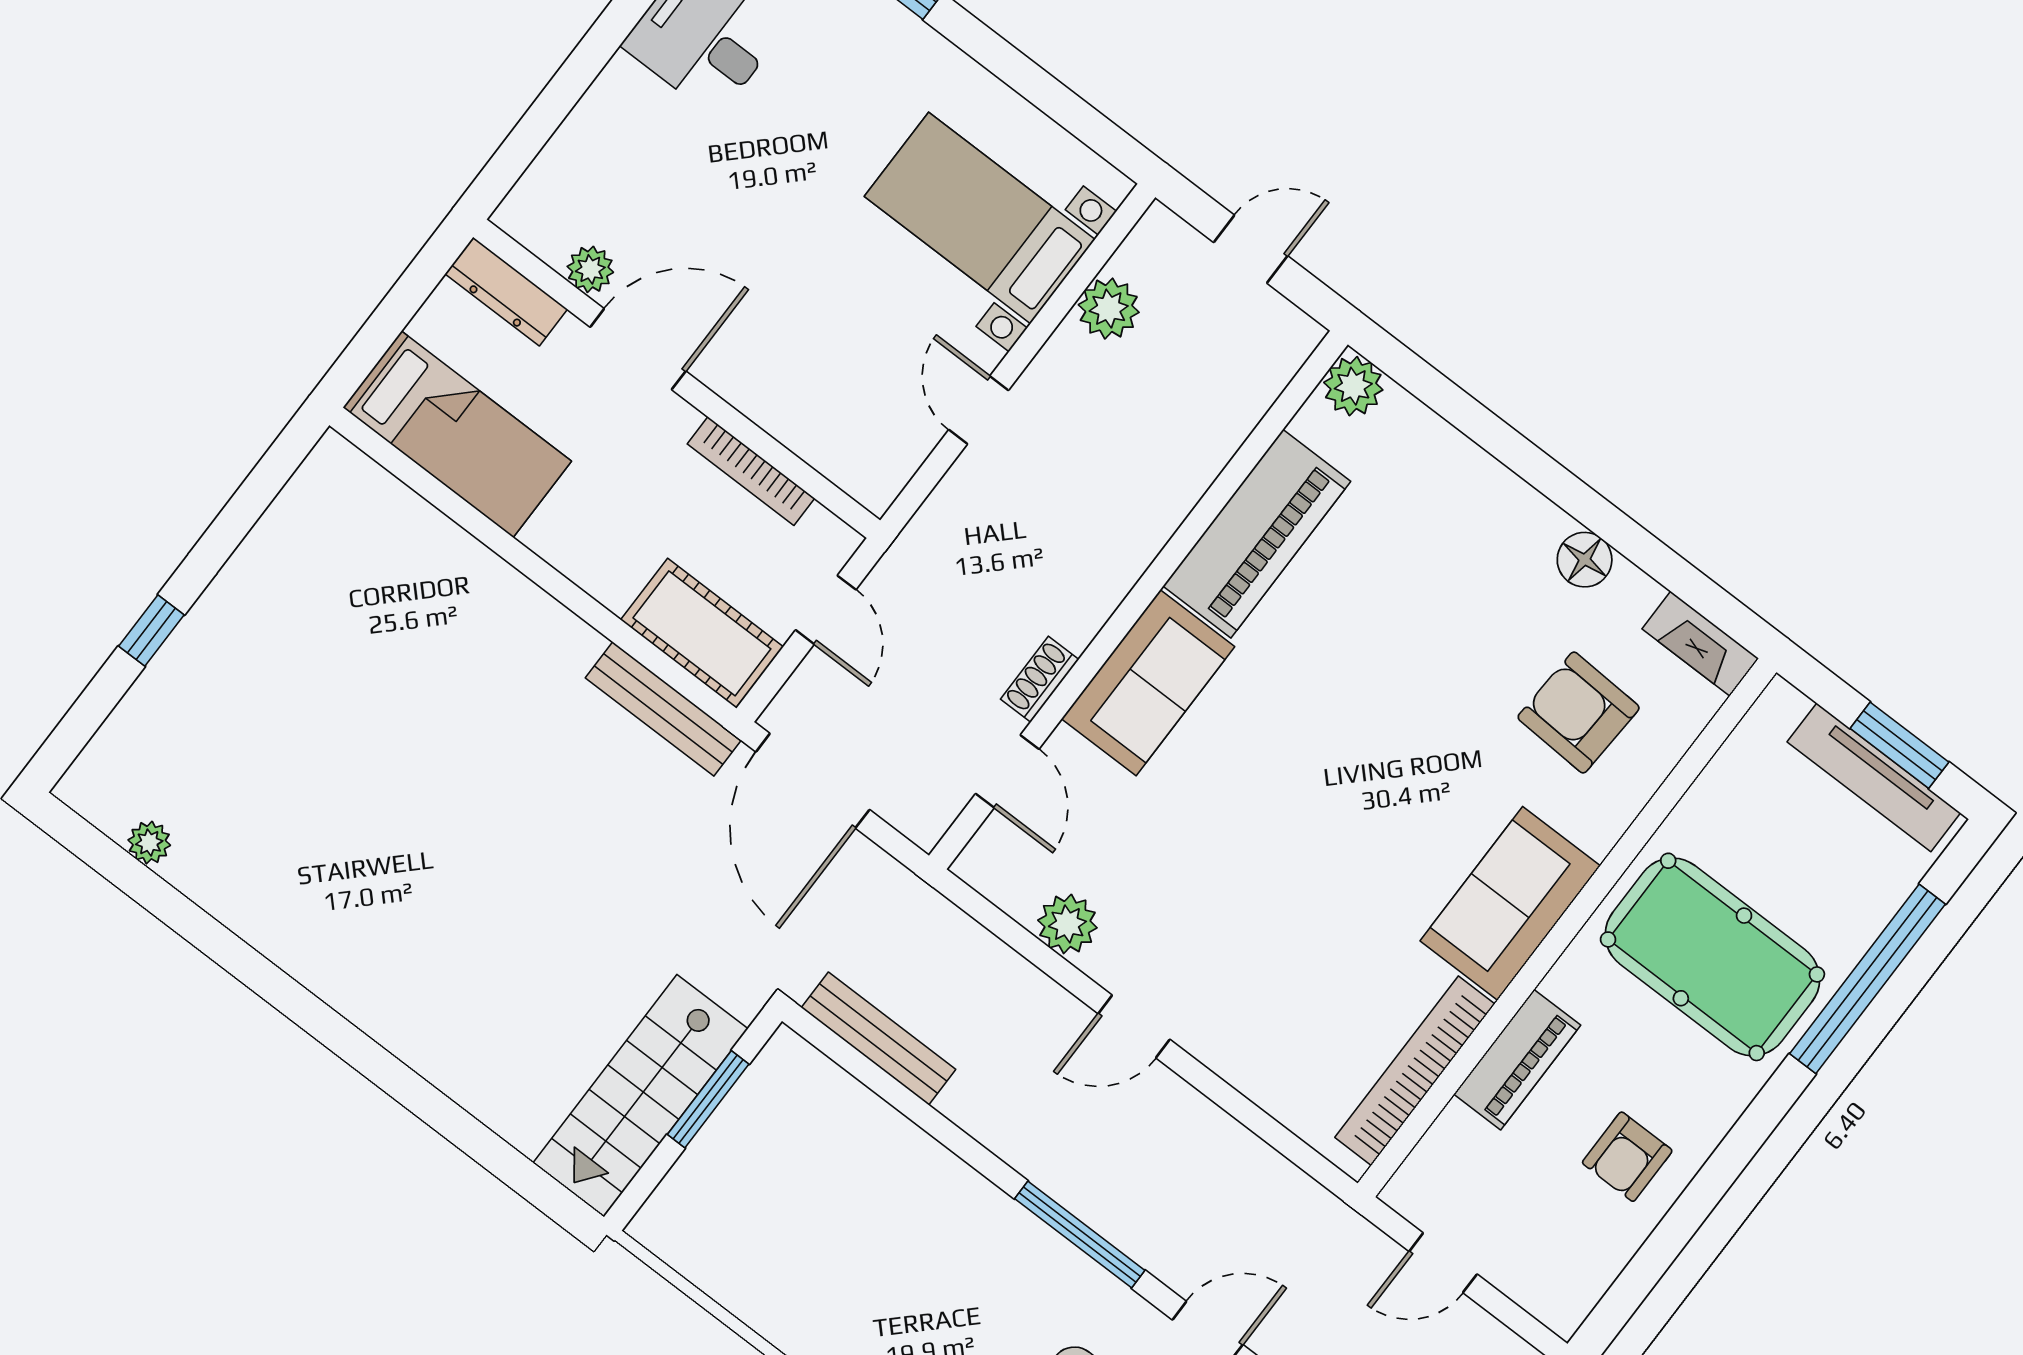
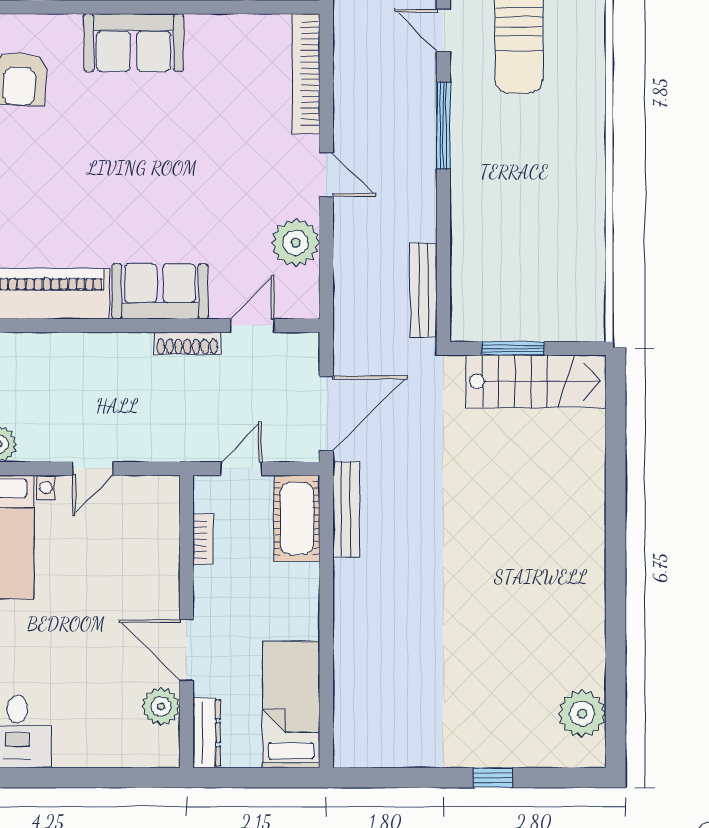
plant: (590, 269) -> (161, 706), width x1.38, depth x1.38
bookcase: (751, 471) -> (203, 539), width x0.64
shoe rack: (1040, 679) -> (187, 344), width x1.43
plant: (149, 843) -> (582, 714), width x1.88, depth x1.88
plant: (1067, 924) -> (296, 243), width x1.36, depth x1.36
bookcase: (1415, 1071) -> (306, 74), moved, turned 90

